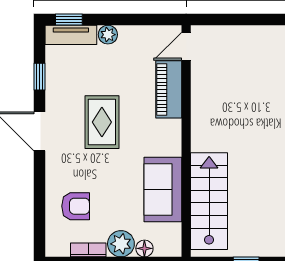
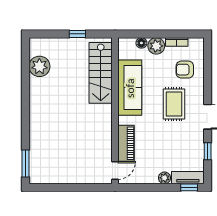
rug: (102, 122) -> (174, 104), moved
sofa: (163, 189) -> (130, 88), width x1.36

